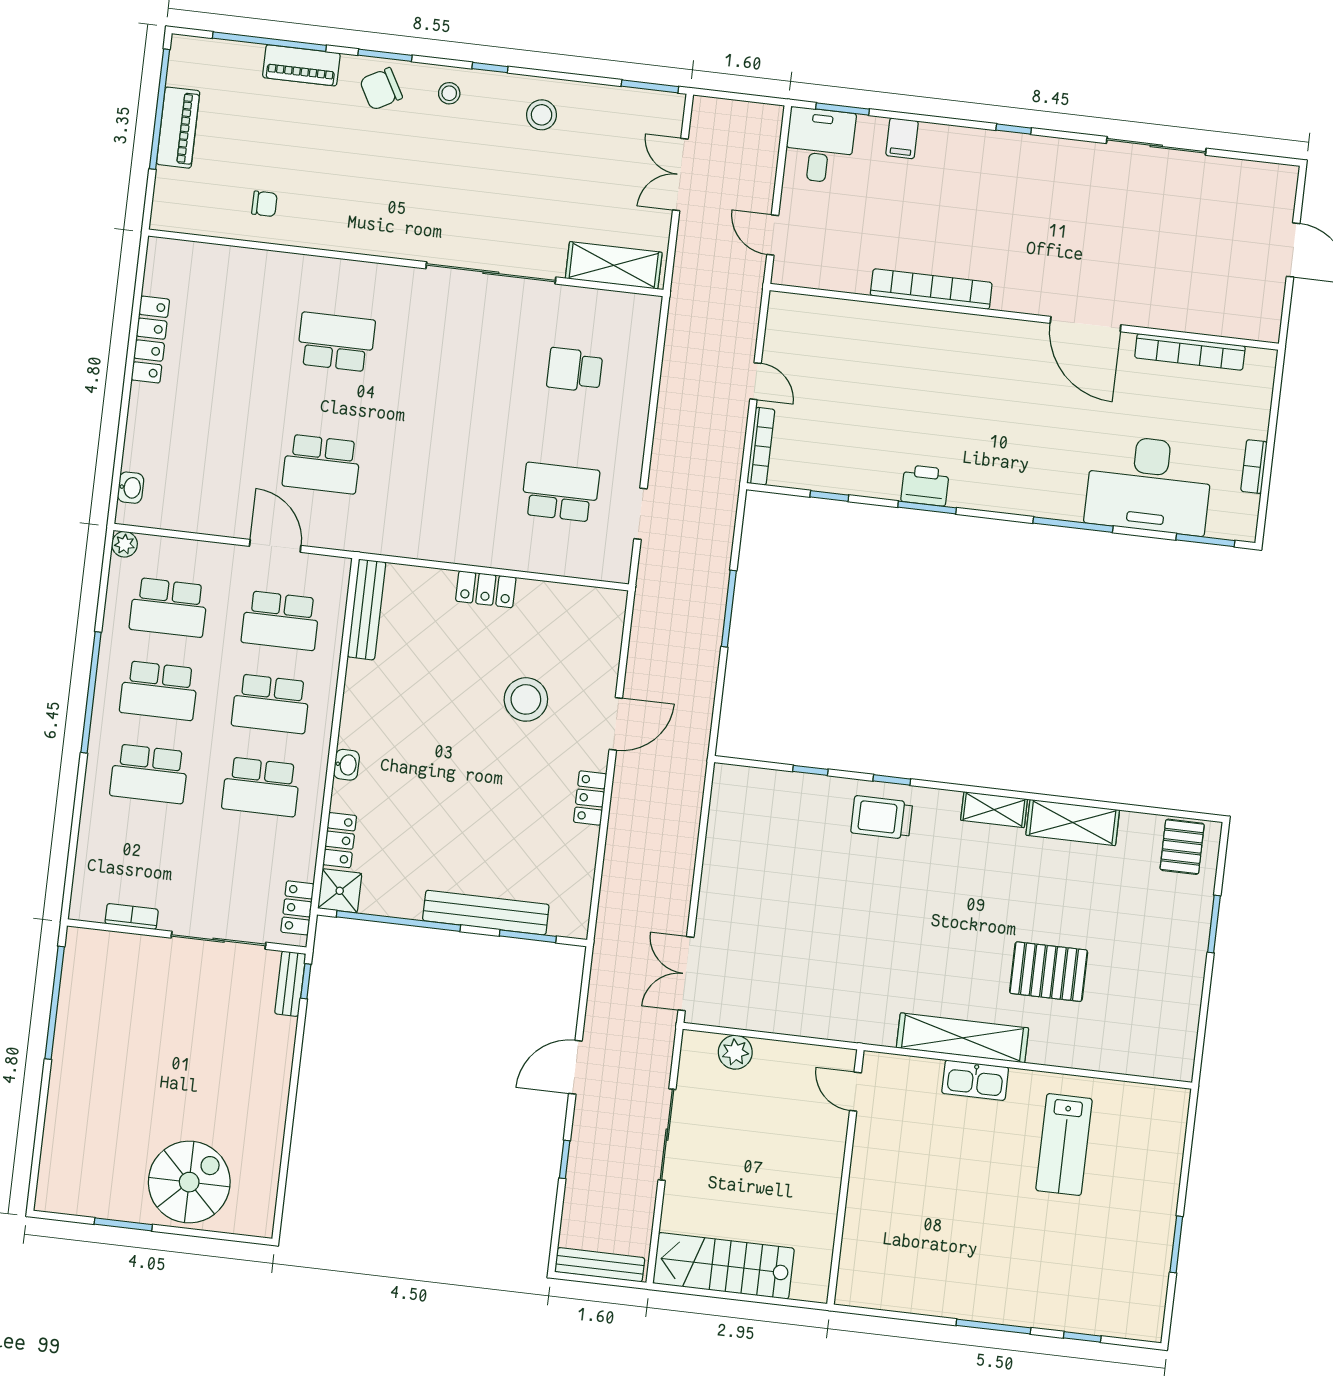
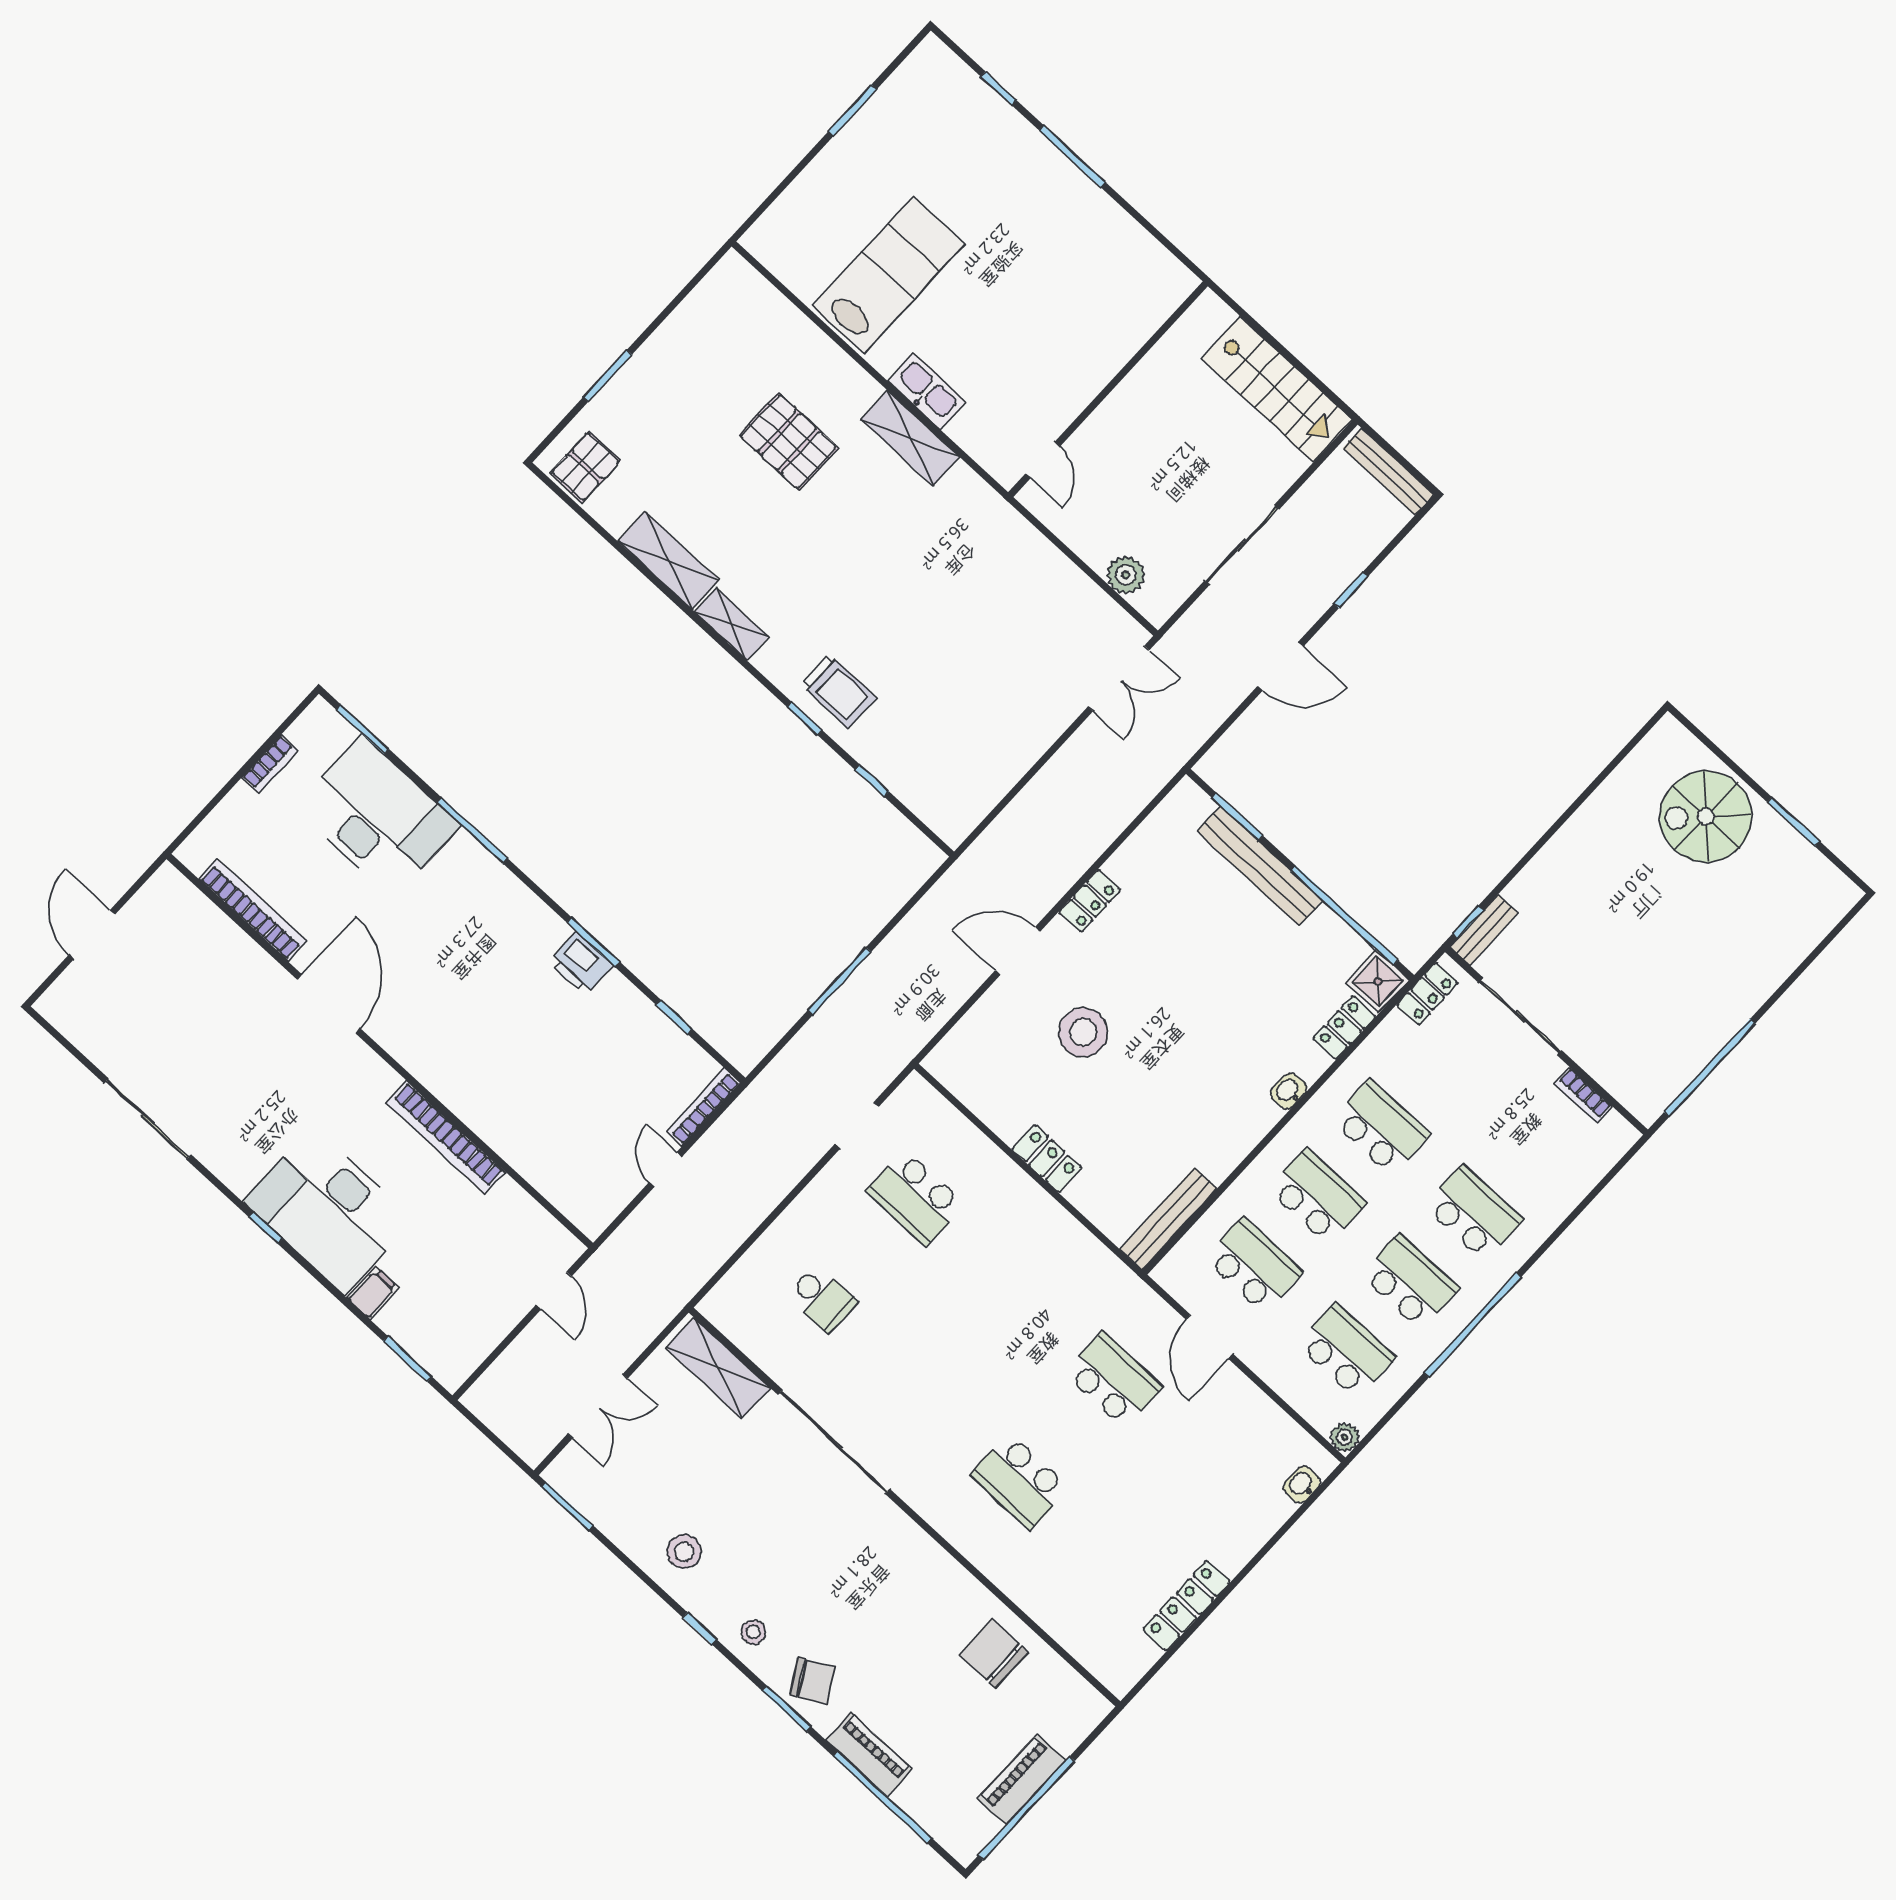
desk: (820, 145) -> (329, 1211), moved, width x1.87, depth x1.30
chair: (264, 204) -> (994, 1653), width x1.87, depth x1.87
shelving: (962, 1038) -> (910, 438), width x0.68
lab bench: (1064, 1145) -> (889, 275), width x1.36, depth x1.39

